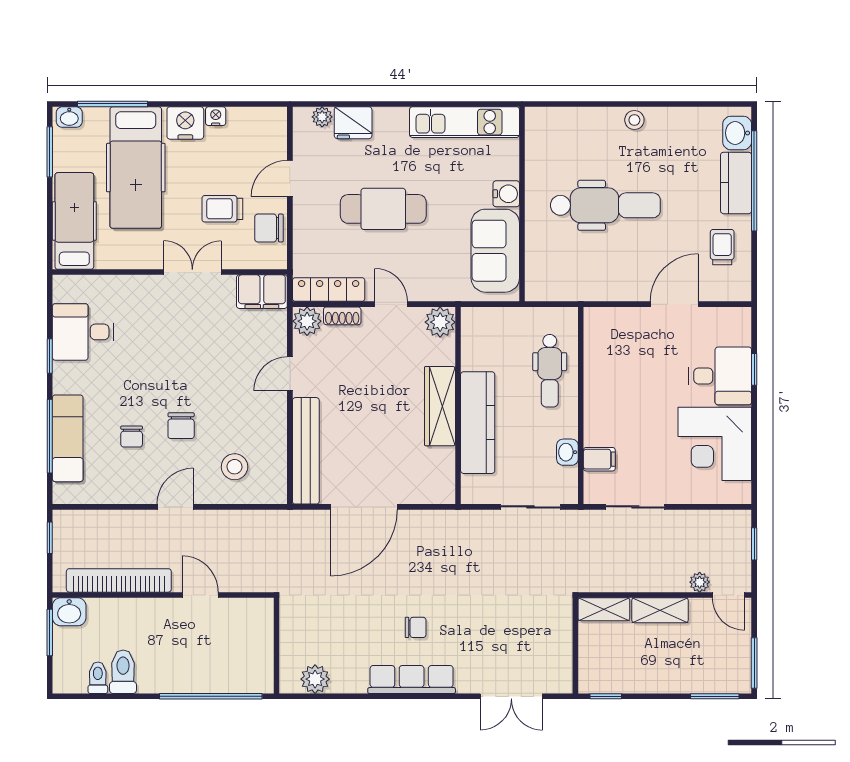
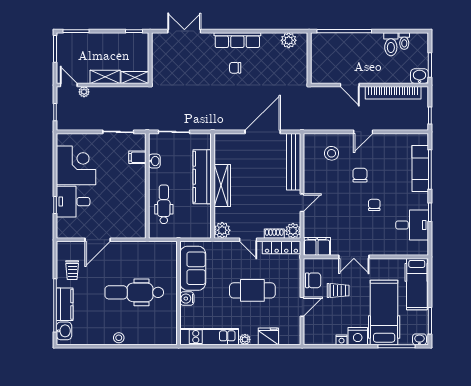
plant: (322, 117) -> (245, 339), moved
chair: (132, 437) -> (374, 205), moved

